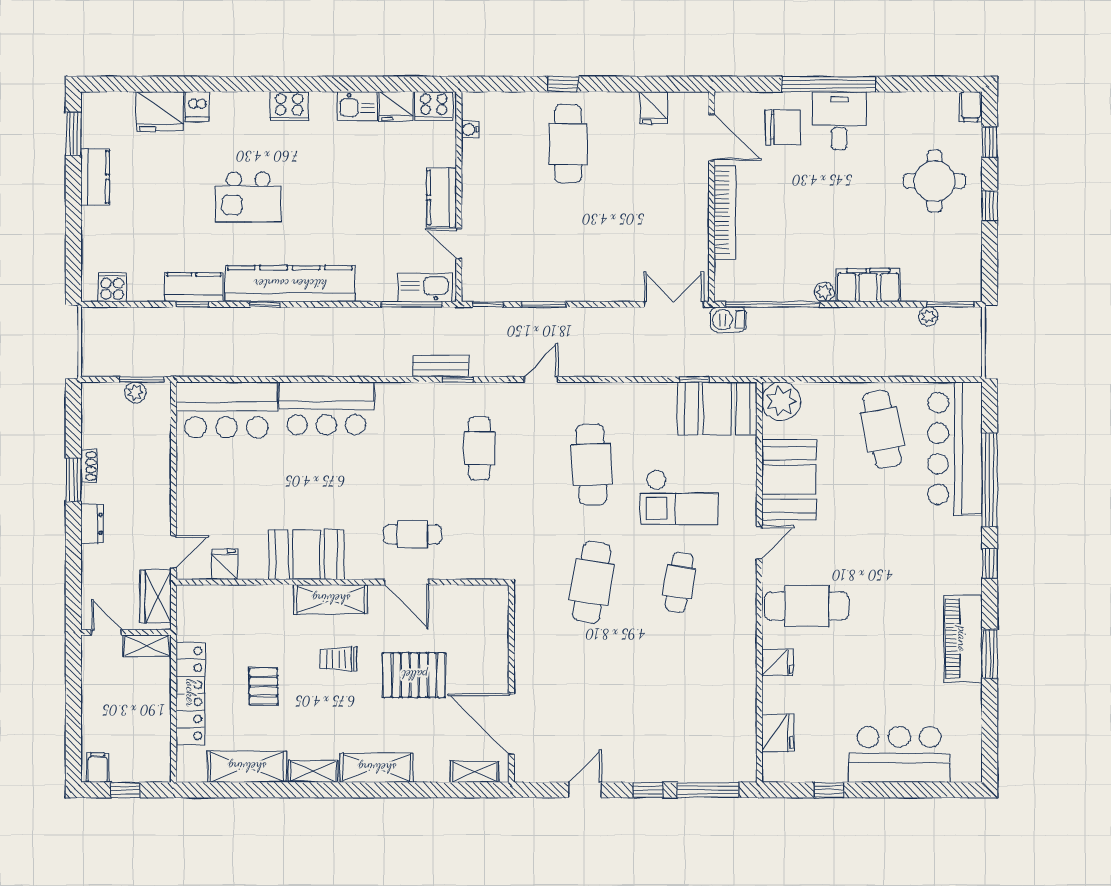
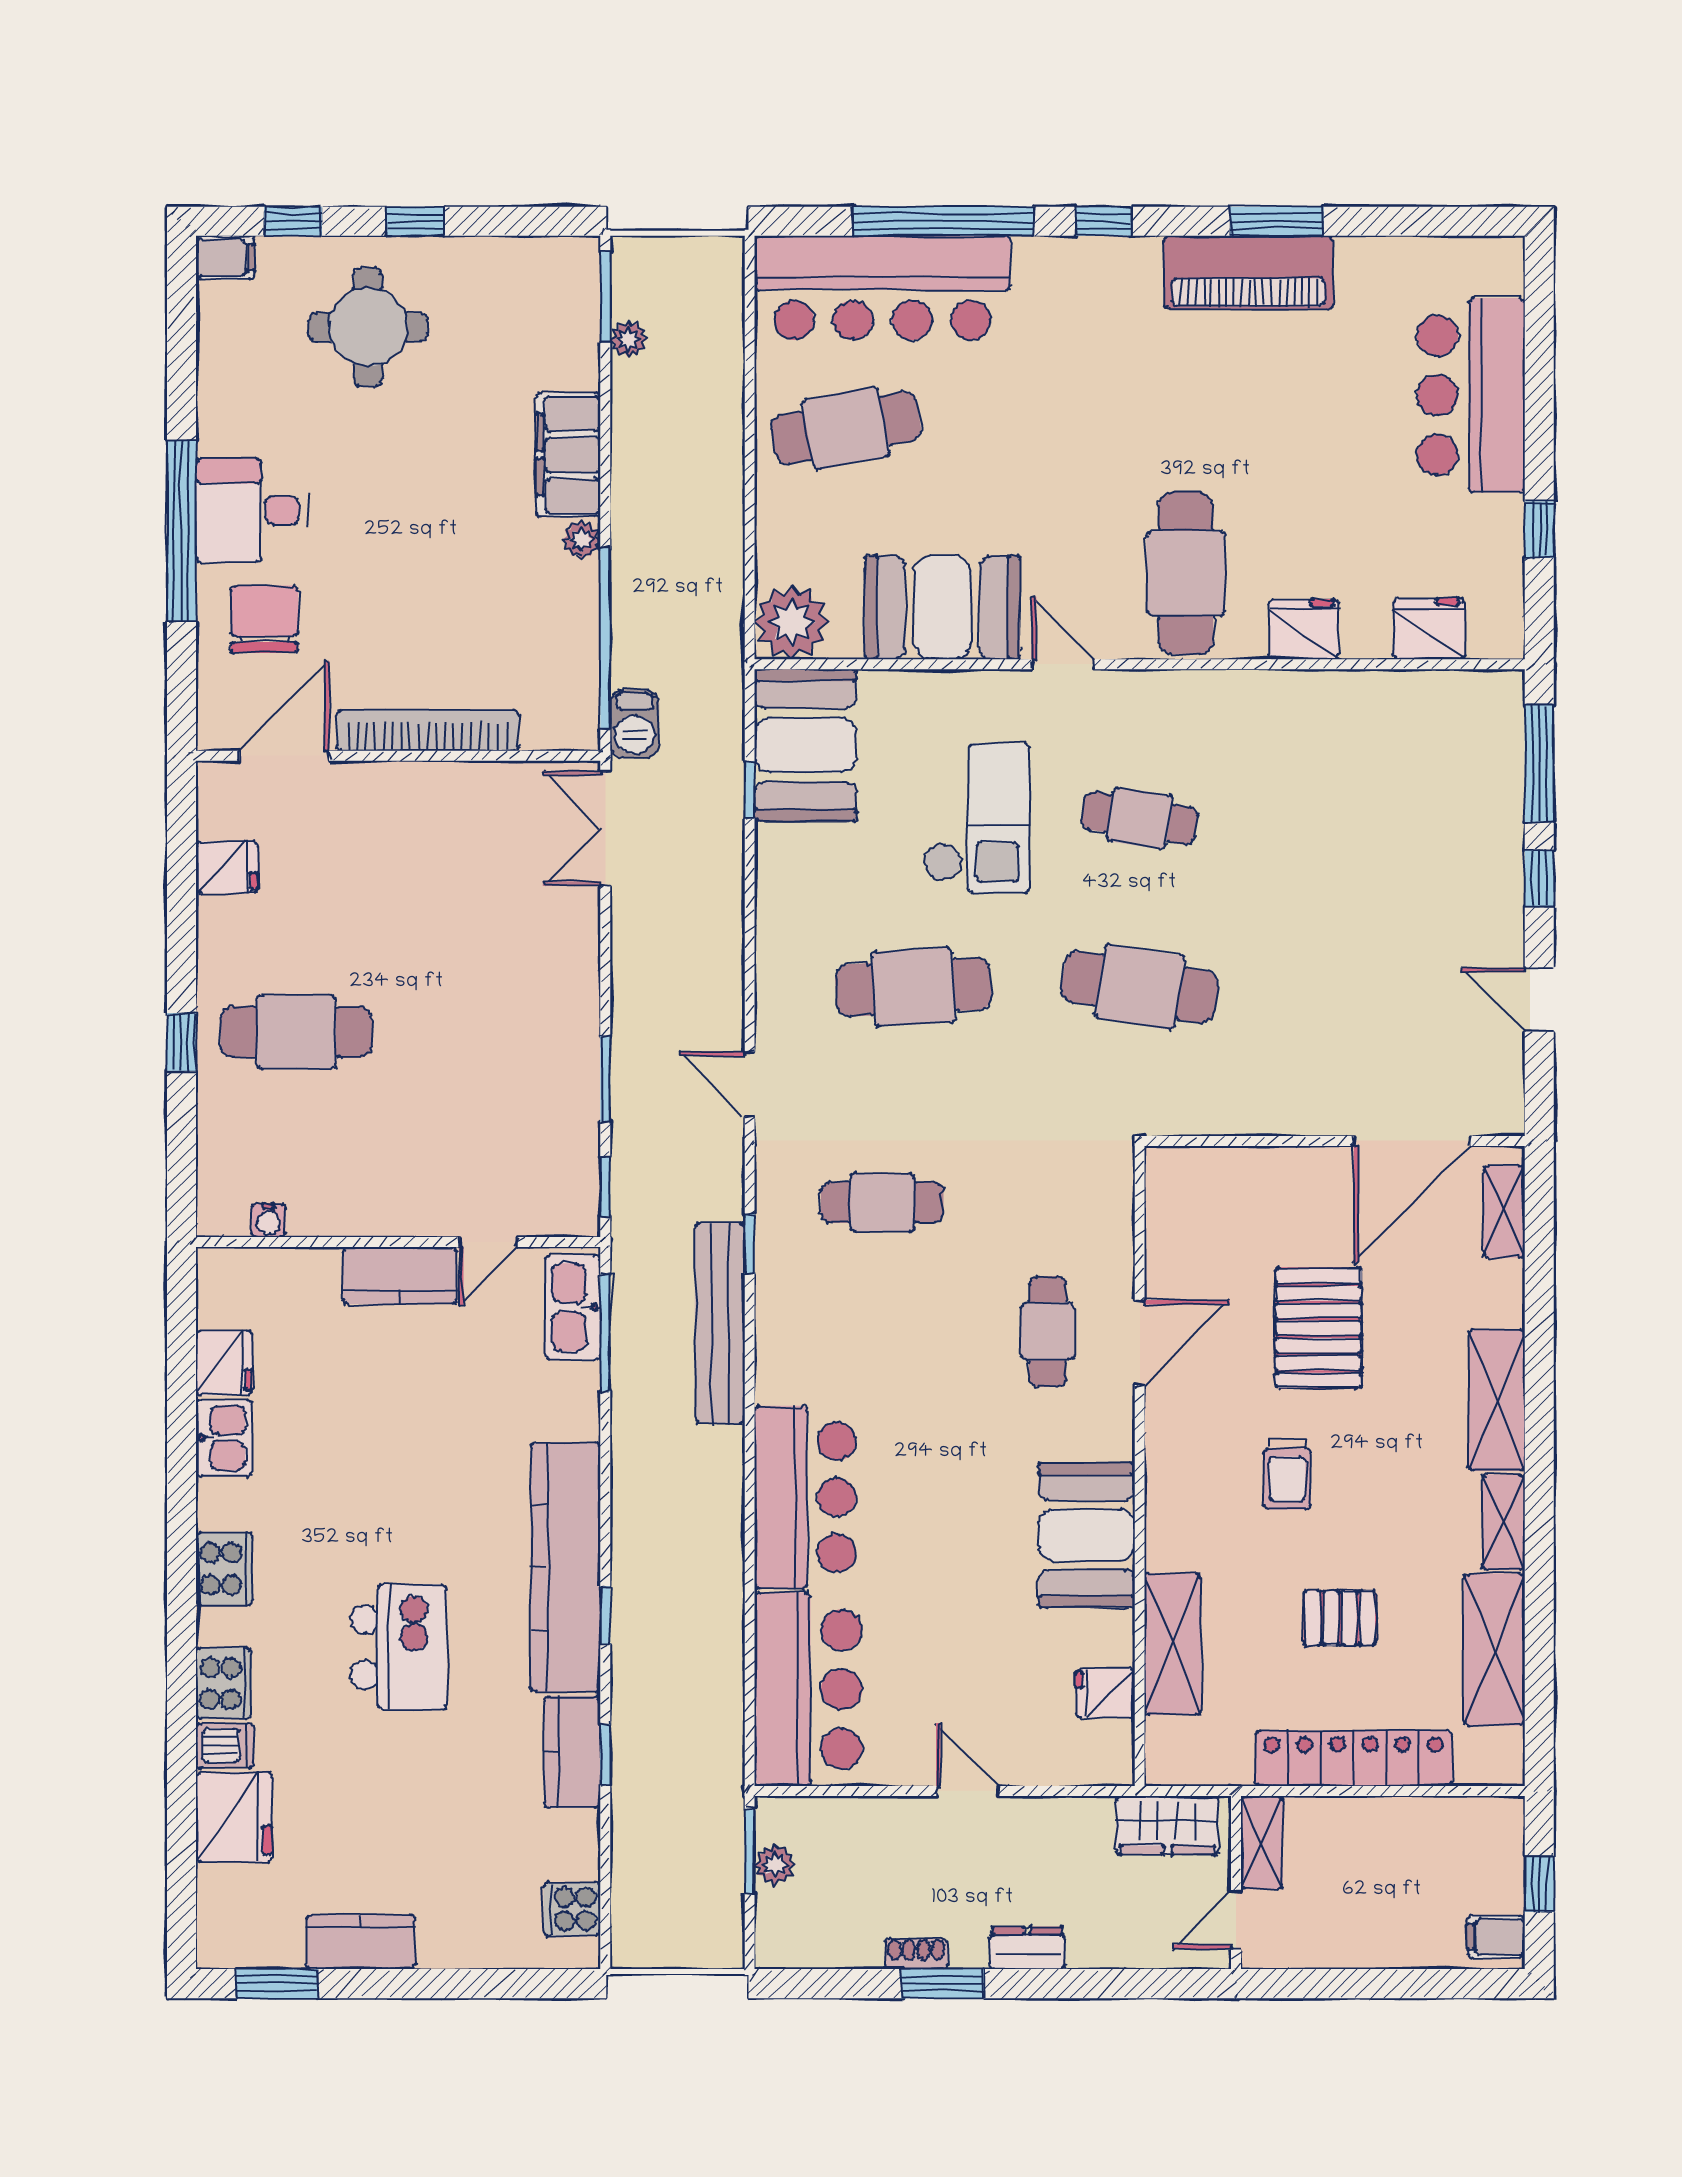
cooker: (434, 106) -> (224, 1683), moved
bench: (441, 366) -> (720, 1323), width x1.86, depth x1.21
door: (174, 552) -> (968, 1791), moved
shelving: (331, 599) -> (1173, 1644), moved
fridge: (777, 662) -> (1304, 629), width x1.38

